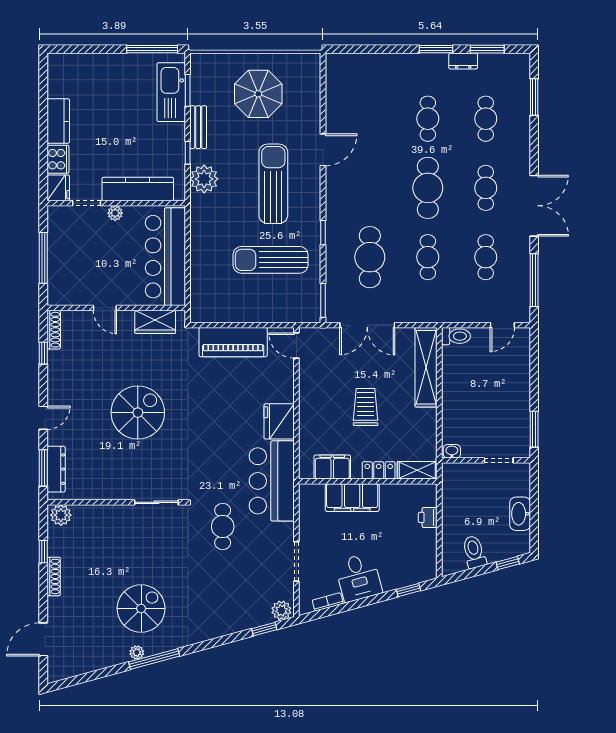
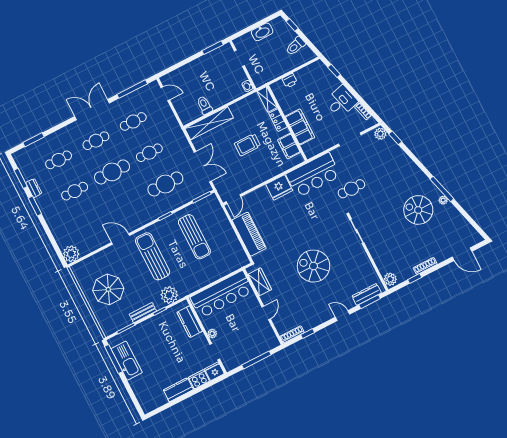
plant: (339, 66) -> (71, 254), added
kitchen sink: (171, 92) -> (127, 361), moved, turned -90
sun lounger: (273, 184) -> (153, 256), turned 90
kitchen counter: (138, 189) -> (190, 322), width x0.67
toilet: (456, 336) -> (205, 105), moved

